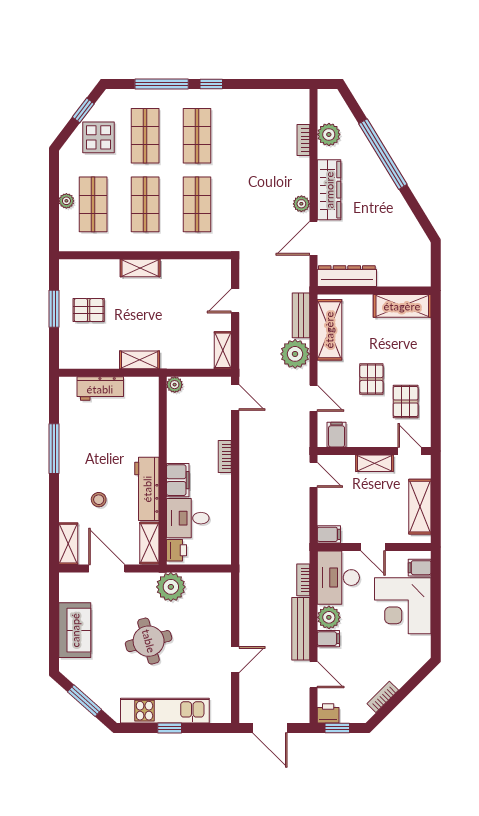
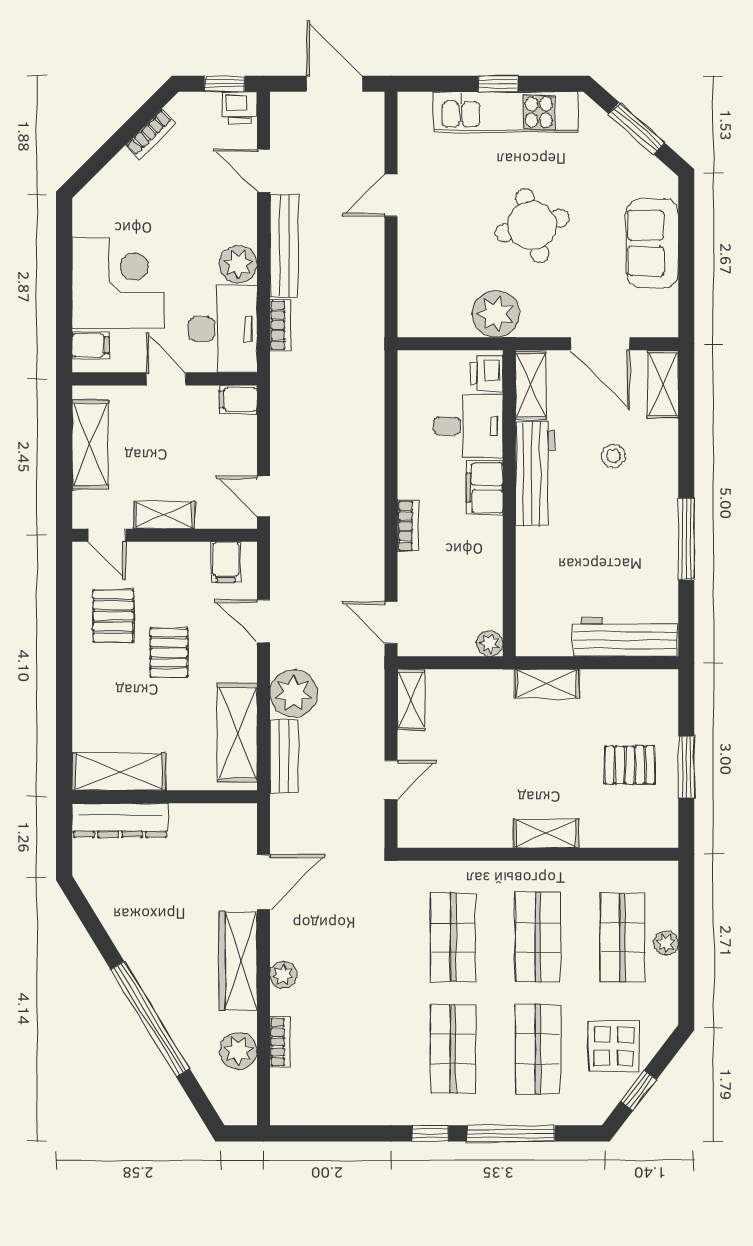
plant: (301, 204) -> (283, 975), moved
dresser: (347, 276) -> (120, 820), moved
workbench: (100, 389) -> (625, 637), width x1.38
filing cabinet: (328, 639) -> (239, 229), removed

